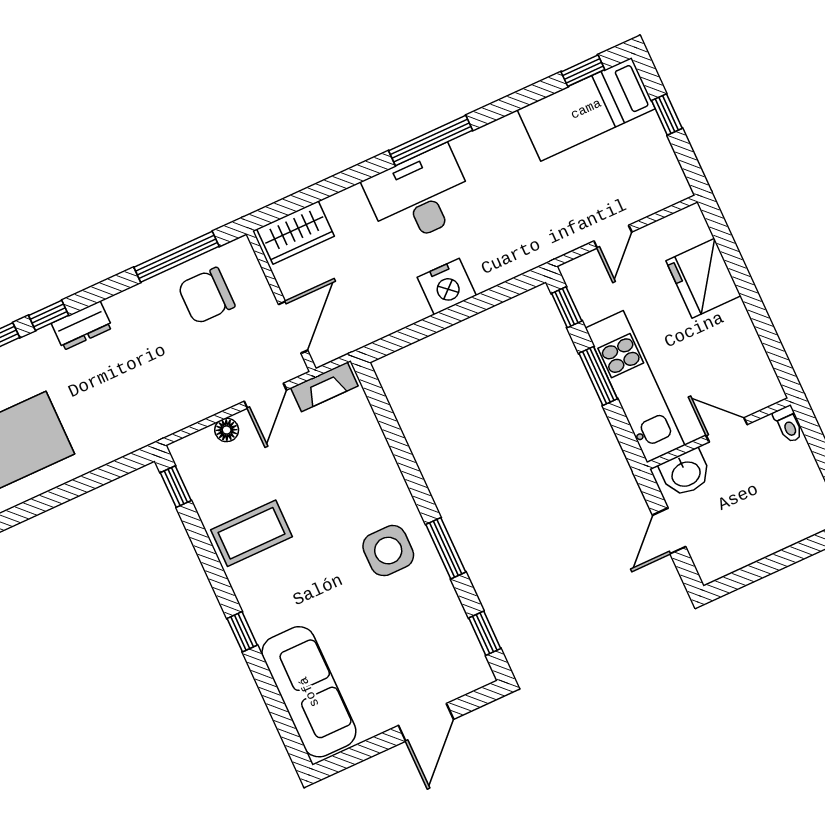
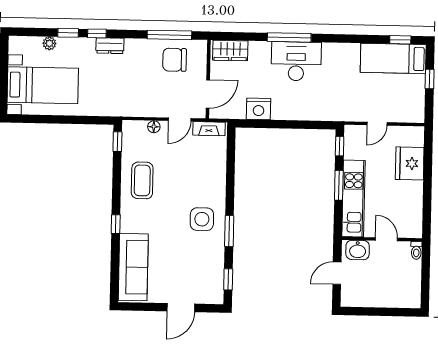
window: (431, 140) -> (289, 37), moved
nightstand: (447, 286) -> (259, 109), moved
coffee table: (252, 533) -> (142, 180), turned 90

